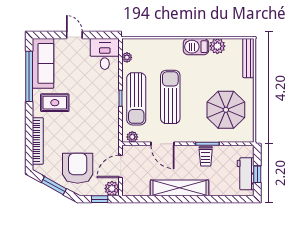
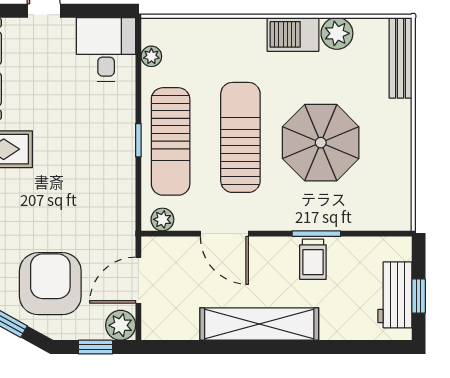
parasol: (226, 110) -> (321, 143), moved

